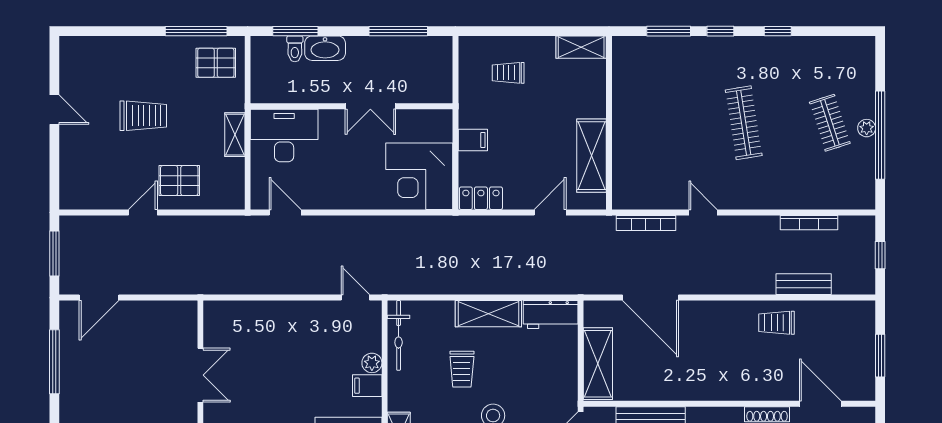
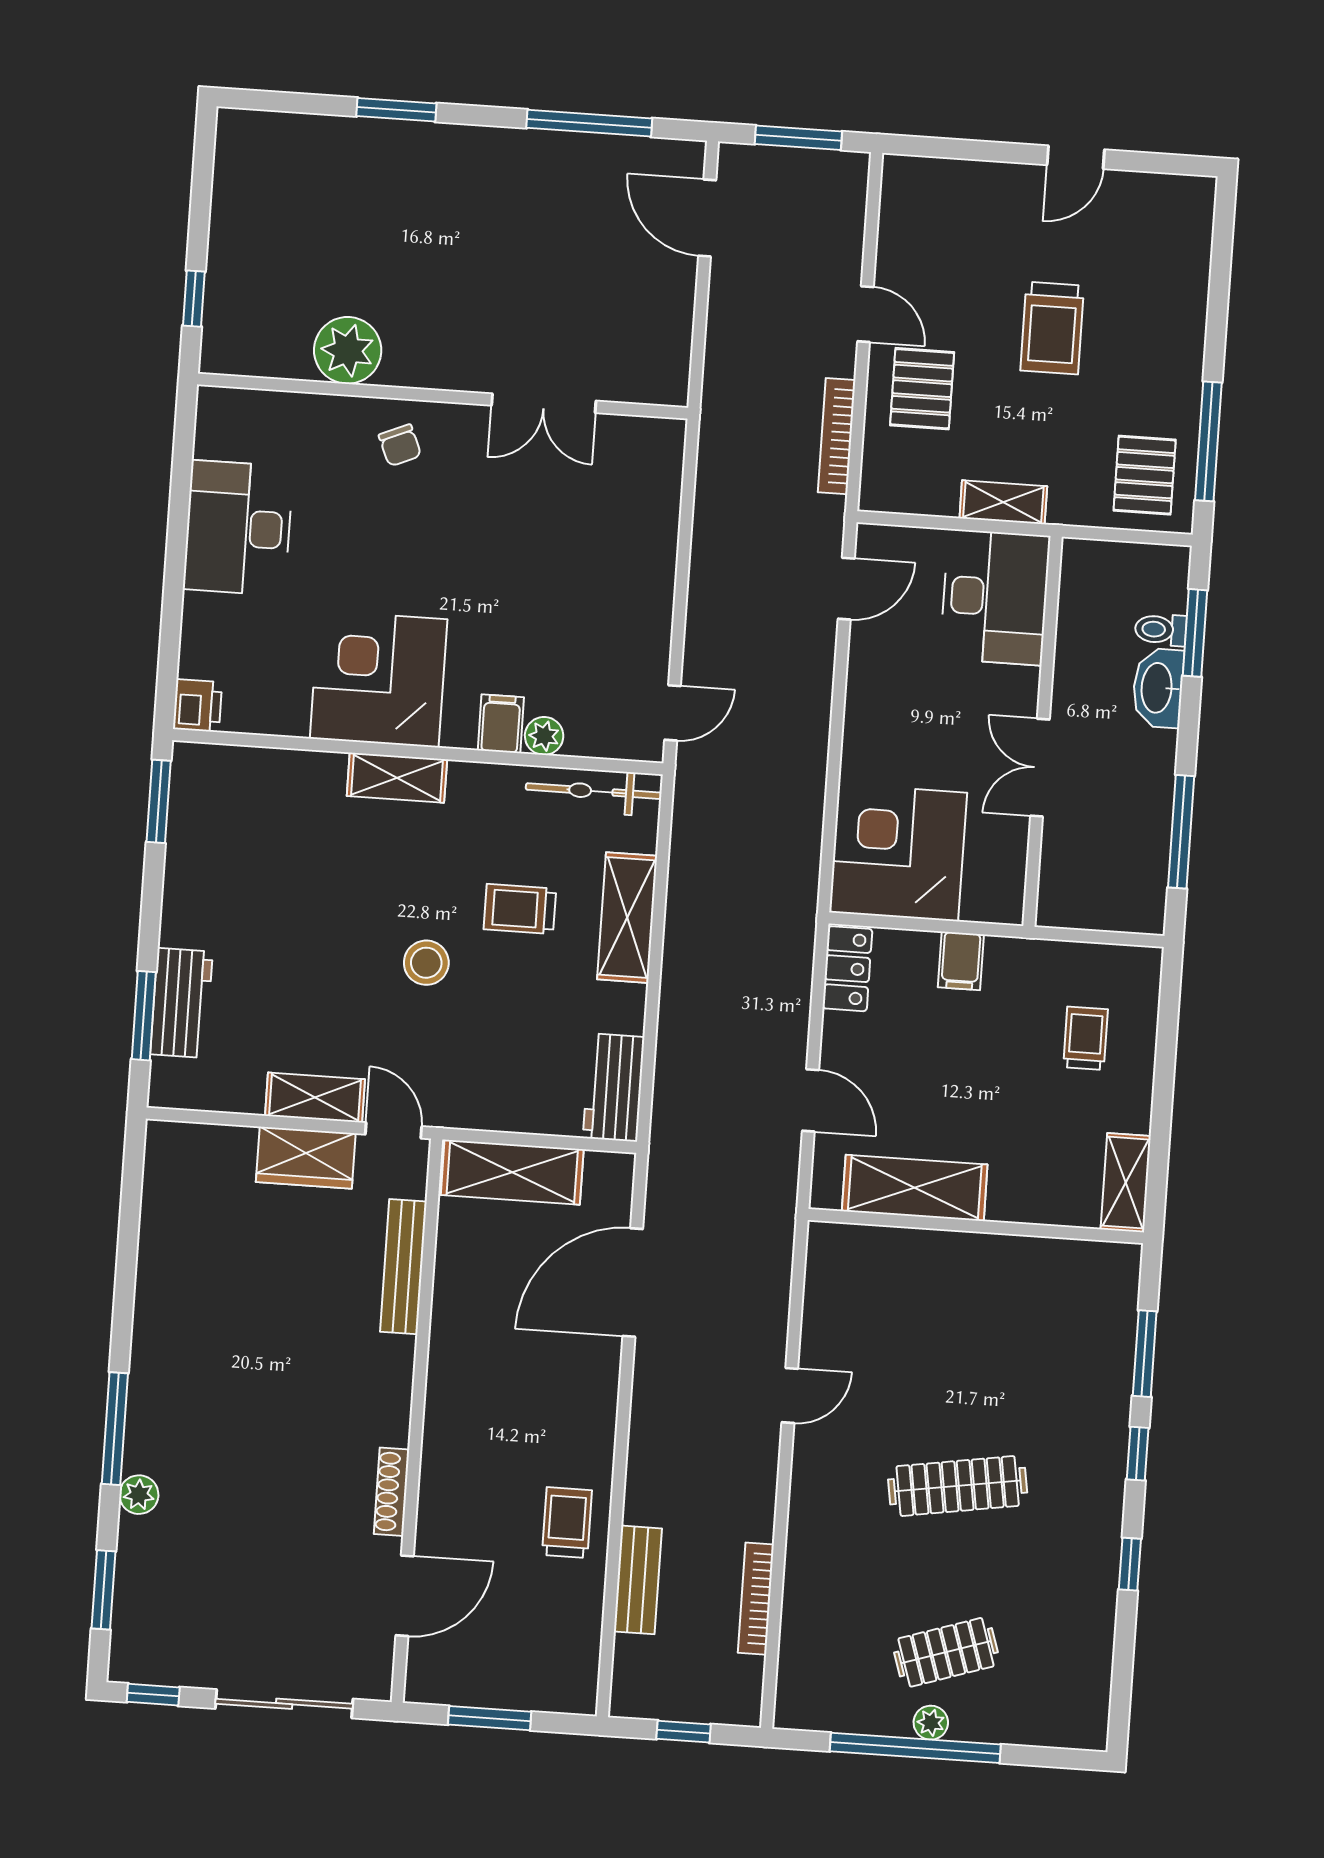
bookcase: (646, 223) -> (837, 436), moved
shelving: (488, 314) -> (627, 918), moved

